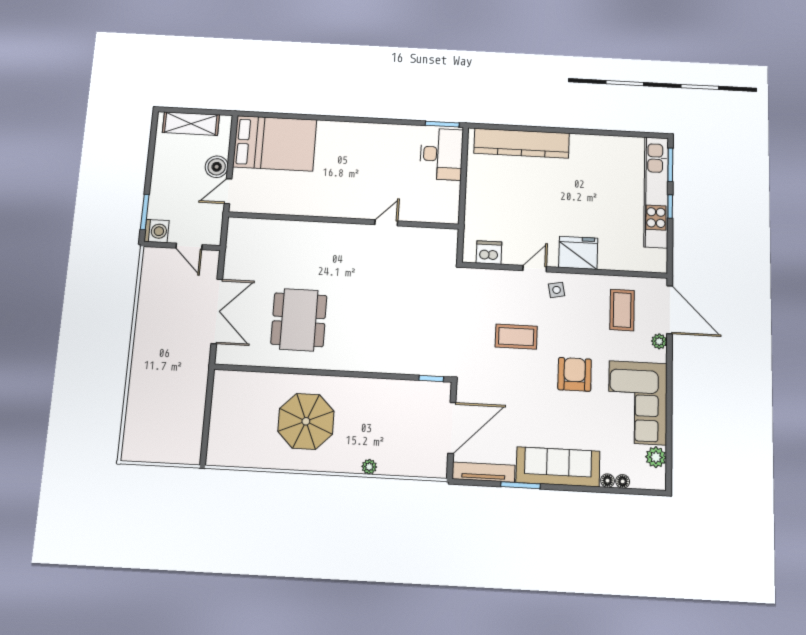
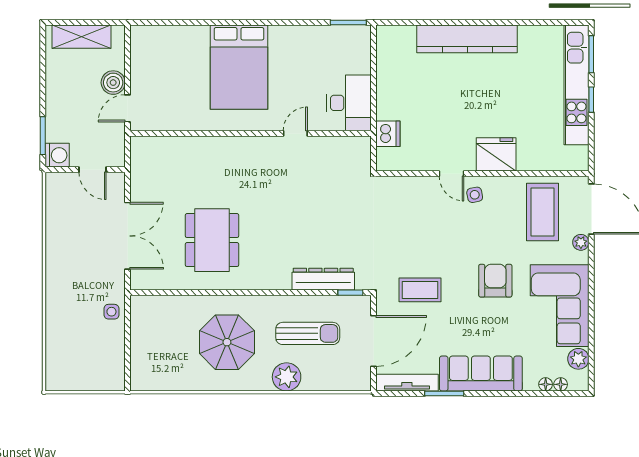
bed: (275, 143) -> (239, 67), moved, turned 90
kitchen counter: (522, 143) -> (467, 39), moved
desk: (441, 154) -> (349, 103), moved
dishwasher: (489, 253) -> (388, 134), moved, turned 90
door: (535, 269) -> (451, 174), swing flipped
coffee table: (622, 310) -> (542, 212), width x1.36, depth x1.32
coffee table: (516, 337) -> (420, 290), moved
dresser: (405, 364) -> (323, 279), added
side table: (194, 385) -> (111, 312), added
sun lounger: (387, 417) -> (308, 333), added
plant: (369, 467) -> (287, 377), width x1.88, depth x1.88
floor lamp: (608, 481) -> (561, 384), moved

